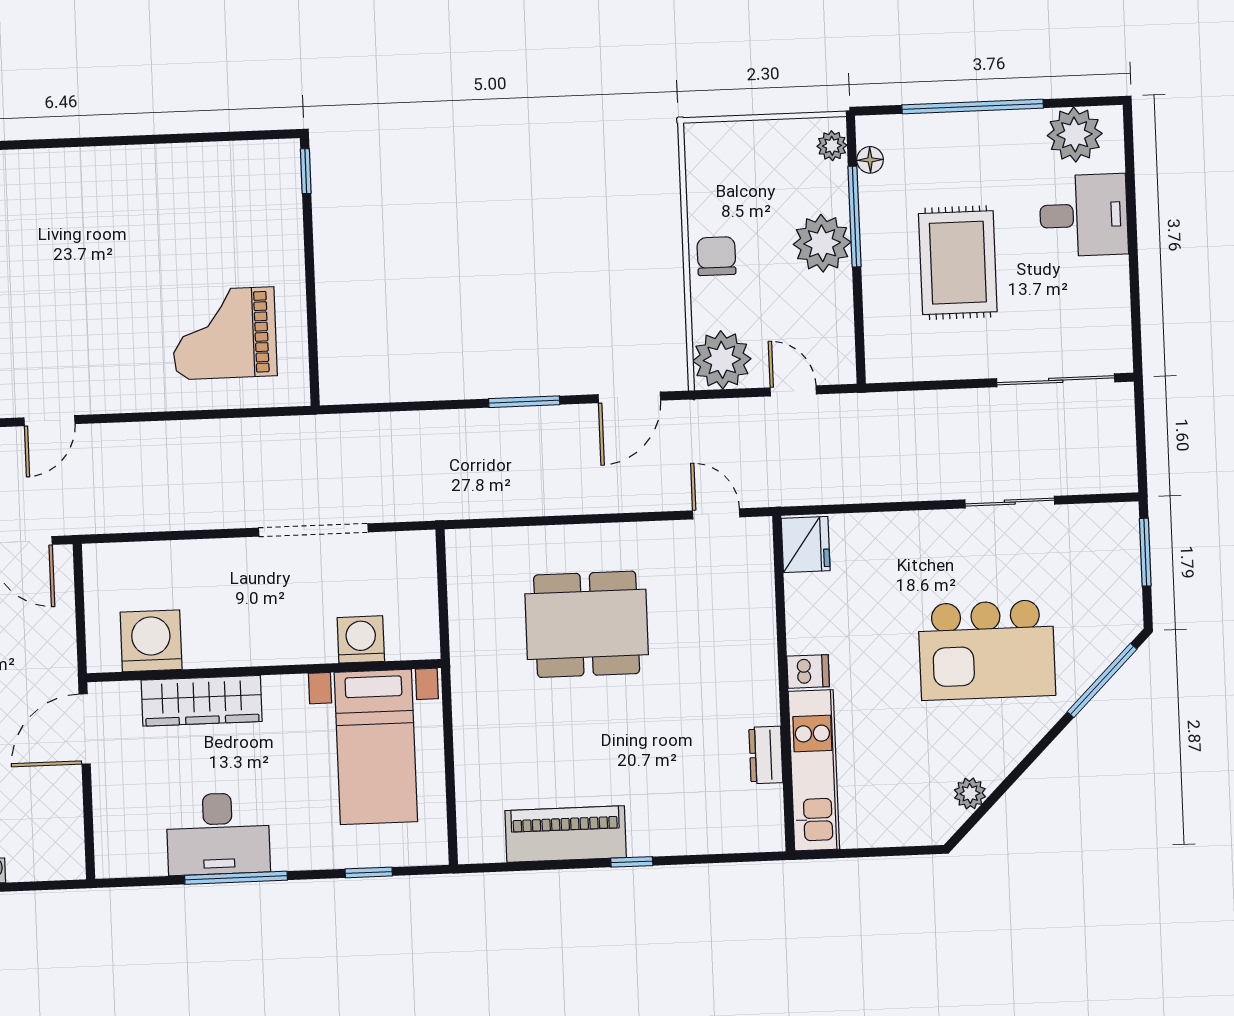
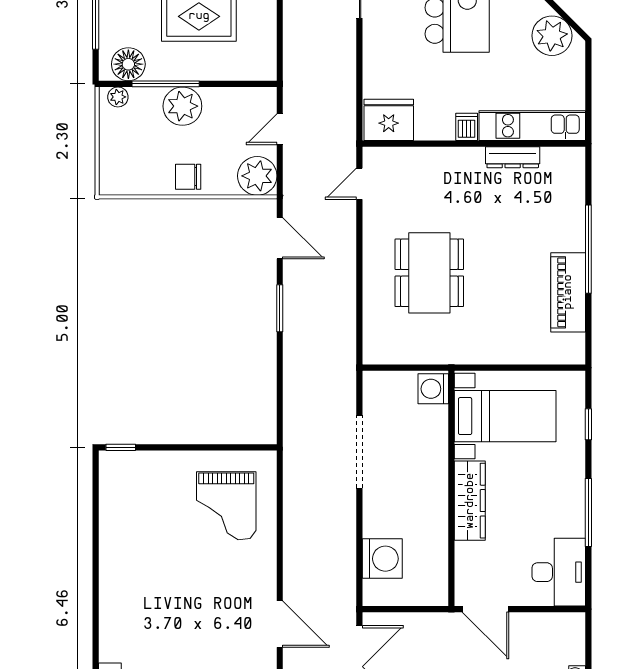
floor lamp: (870, 160) -> (128, 64), width x1.89, depth x1.89
door: (50, 421) -> (280, 624), width x1.37
fridge: (806, 545) -> (389, 120), width x1.36, depth x1.34
washing machine: (361, 639) -> (433, 389), moved
washing machine: (151, 641) -> (382, 559), moved, turned 180
wardrobe: (202, 701) -> (470, 501), moved
dresser: (766, 755) -> (513, 157), width x1.44
plant: (970, 793) -> (552, 36), width x1.88, depth x1.88
desk: (218, 834) -> (559, 572), moved
window: (632, 862) -> (588, 249), width x3.17

